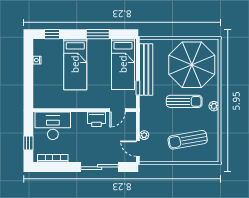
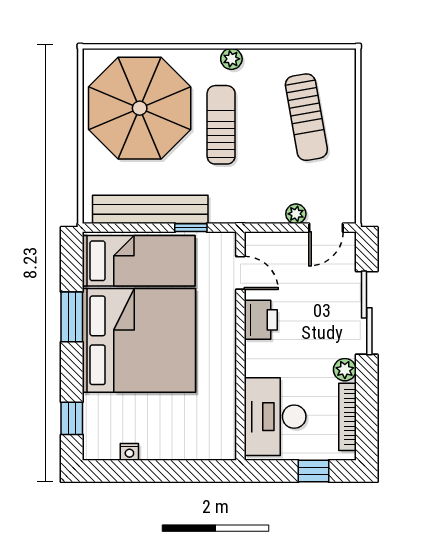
bed: (75, 64) -> (139, 340), width x2.04
plant: (74, 157) -> (345, 370), added

